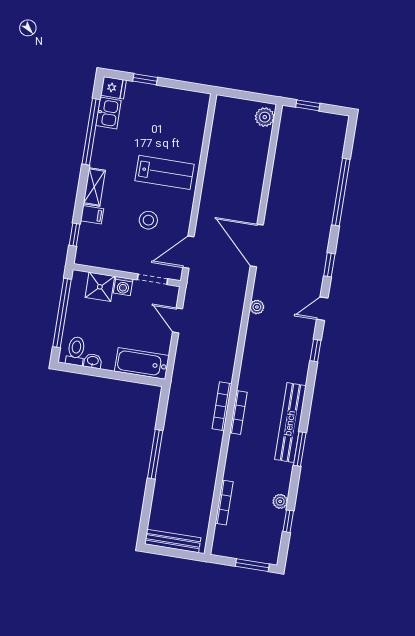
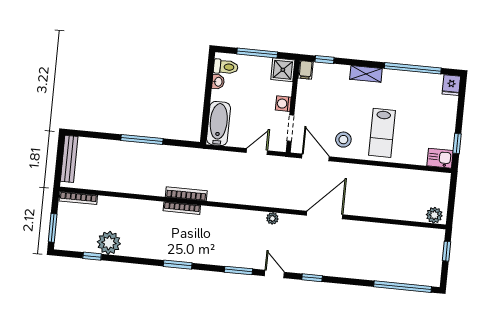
window: (145, 79) -> (457, 143), moved
kitchen sink: (108, 113) -> (440, 158), moved, turned 180
window: (341, 192) -> (403, 287), moved
filing cabinet: (92, 215) -> (306, 70), moved
stool: (148, 220) -> (343, 140), moved
shower: (100, 287) -> (283, 70), moved
window: (62, 313) -> (257, 53), width x0.68
window: (316, 351) -> (238, 271), width x1.50
bench: (290, 423) -> (176, 253), removed
window: (300, 449) -> (178, 265), moved
plant: (280, 501) -> (109, 243), width x1.88, depth x1.88
bookcase: (224, 502) -> (78, 198), moved

